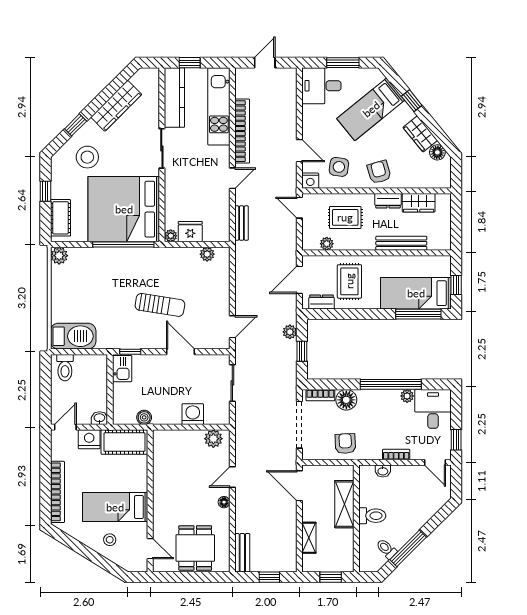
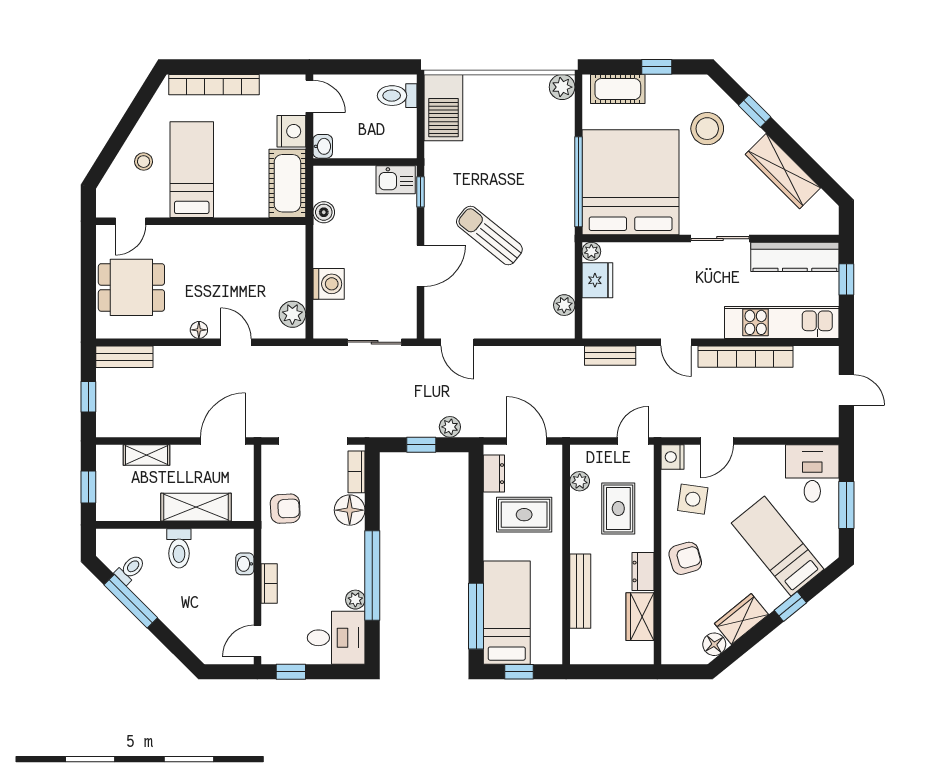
sun lounger: (160, 305) -> (489, 235), turned 120

